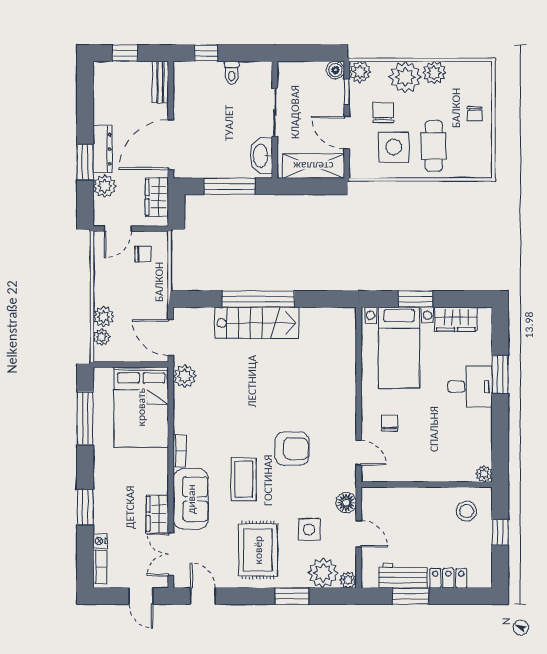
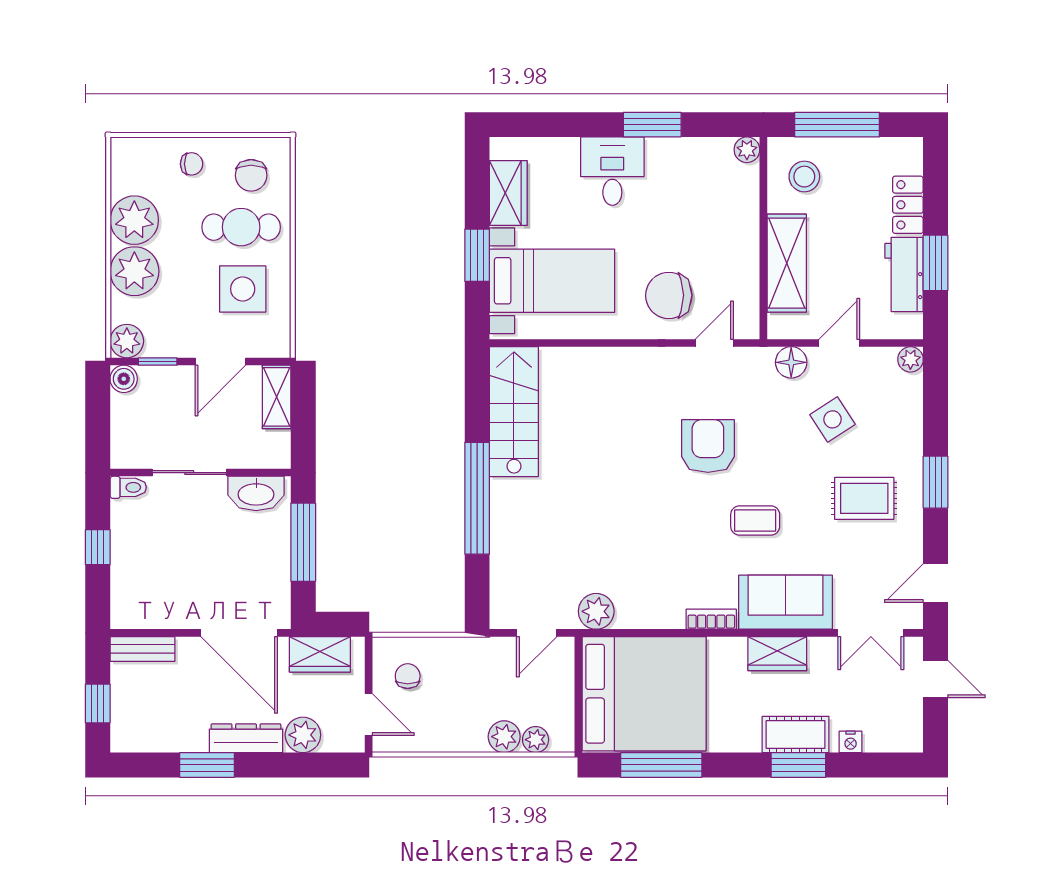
window: (206, 53) -> (98, 547), moved
toilet: (232, 73) -> (128, 487), moved
plant: (434, 73) -> (134, 220), width x1.36, depth x1.36
chair: (384, 113) -> (251, 175), moved, turned -90
window: (85, 162) -> (207, 765), moved
shelving: (313, 166) -> (277, 397), width x0.67, depth x0.75
stairs: (257, 323) -> (514, 412), moved
door: (171, 338) -> (537, 633), width x0.73
window: (500, 374) -> (652, 125), moved
bed: (141, 407) -> (644, 694), width x1.36
chair: (389, 423) -> (669, 295), width x1.87, depth x1.87
coffee table: (244, 479) -> (755, 520), width x0.73, depth x0.77
shelving: (410, 500) -> (787, 263), added
cot: (105, 505) -> (796, 734), added
wardrobe: (157, 514) -> (777, 654), moved
side table: (309, 529) -> (832, 419), turned -33
window: (500, 532) -> (837, 125), width x2.17
rug: (258, 550) -> (864, 498), width x0.73, depth x0.70
bookcase: (100, 567) -> (890, 742), removed
plant: (323, 573) -> (900, 398), removed
door: (141, 596) -> (936, 679), hinge flipped
window: (292, 596) -> (936, 482), moved

